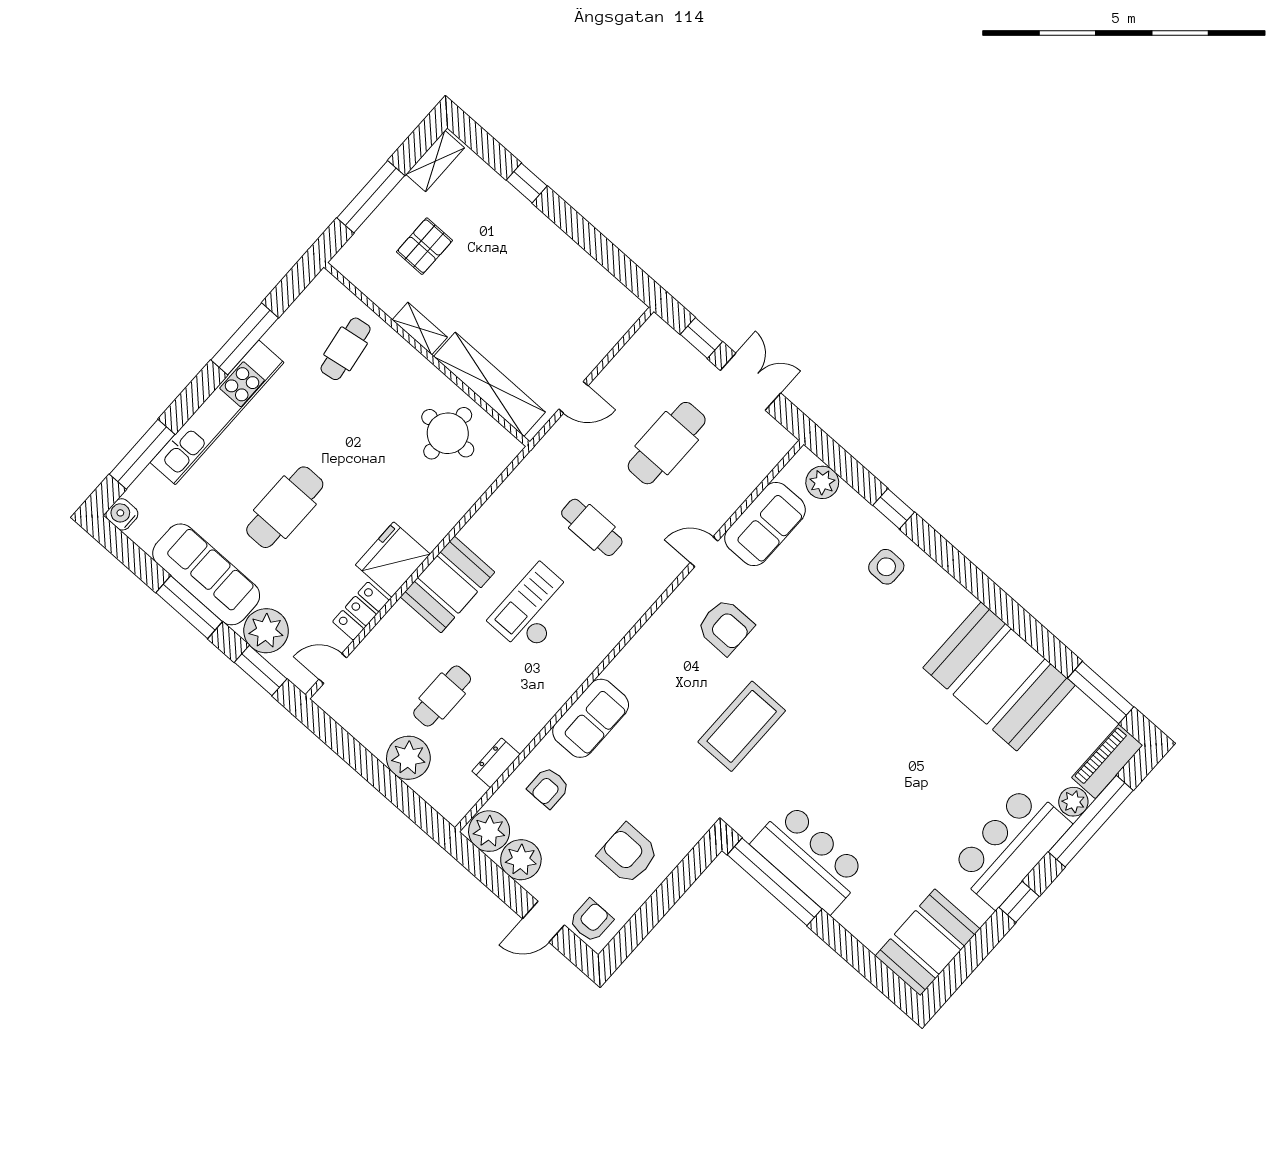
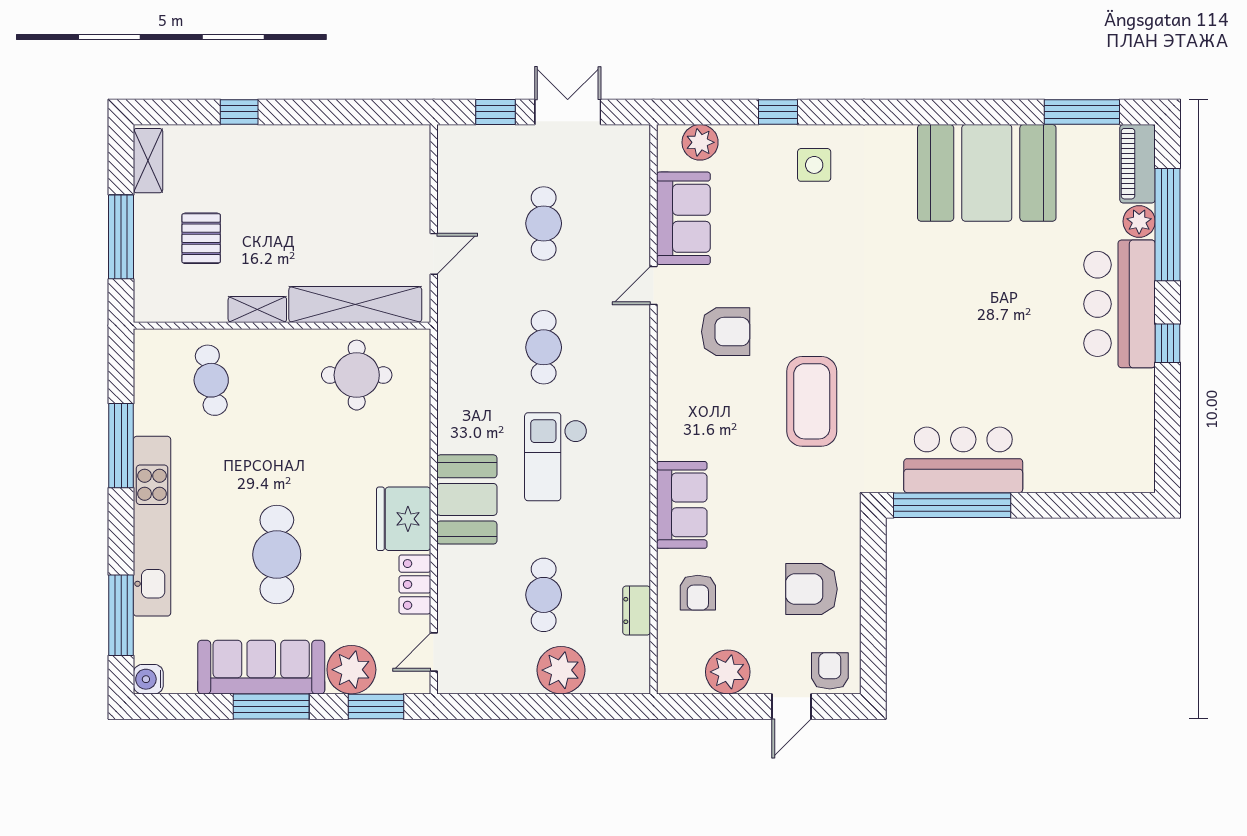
cafe table: (667, 443) -> (544, 223), width x0.73, depth x0.74
cafe table: (592, 527) -> (544, 347), turned 90
plant: (489, 831) -> (681, 672), removed
booth: (928, 942) -> (1122, 443), removed

